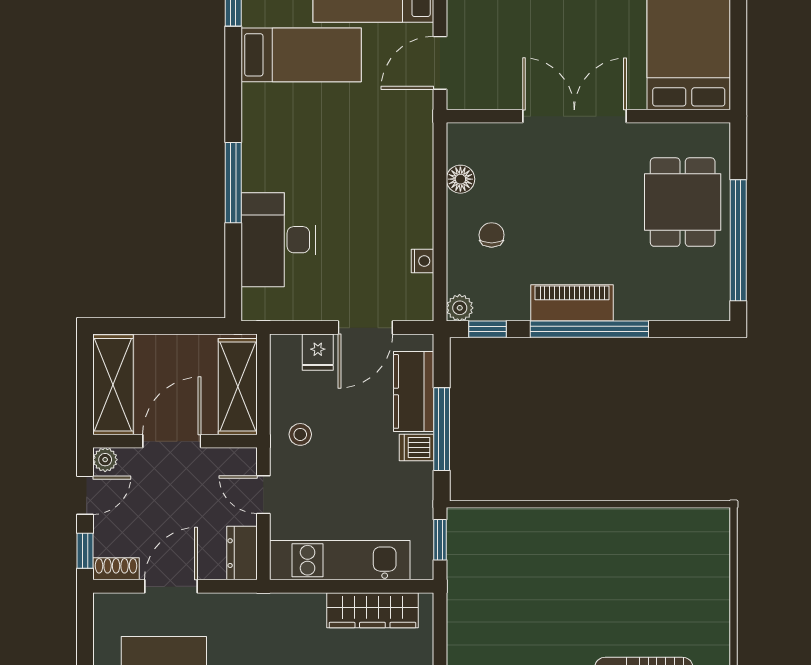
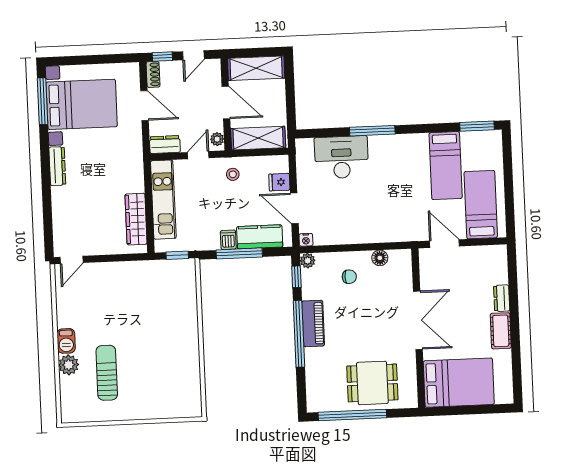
nightstand: (423, 261) -> (306, 240), moved
plant: (105, 460) -> (217, 139), moved
door: (85, 495) -> (193, 55), hinge flipped

